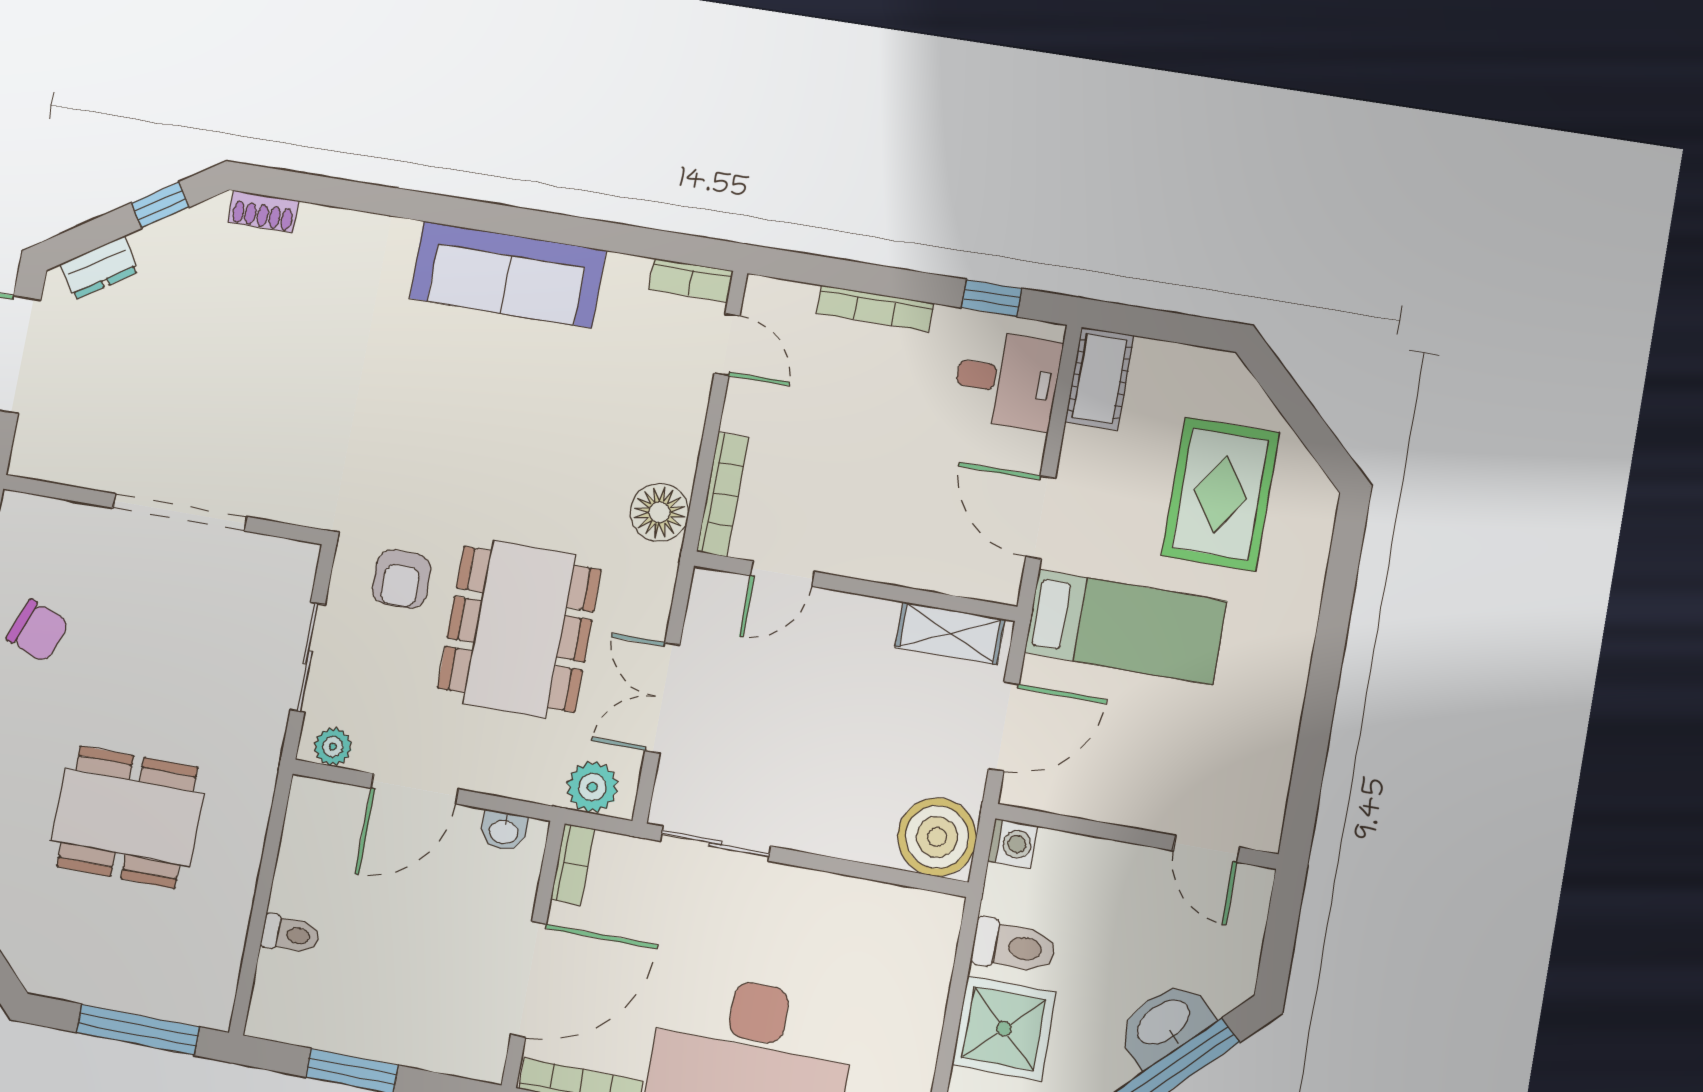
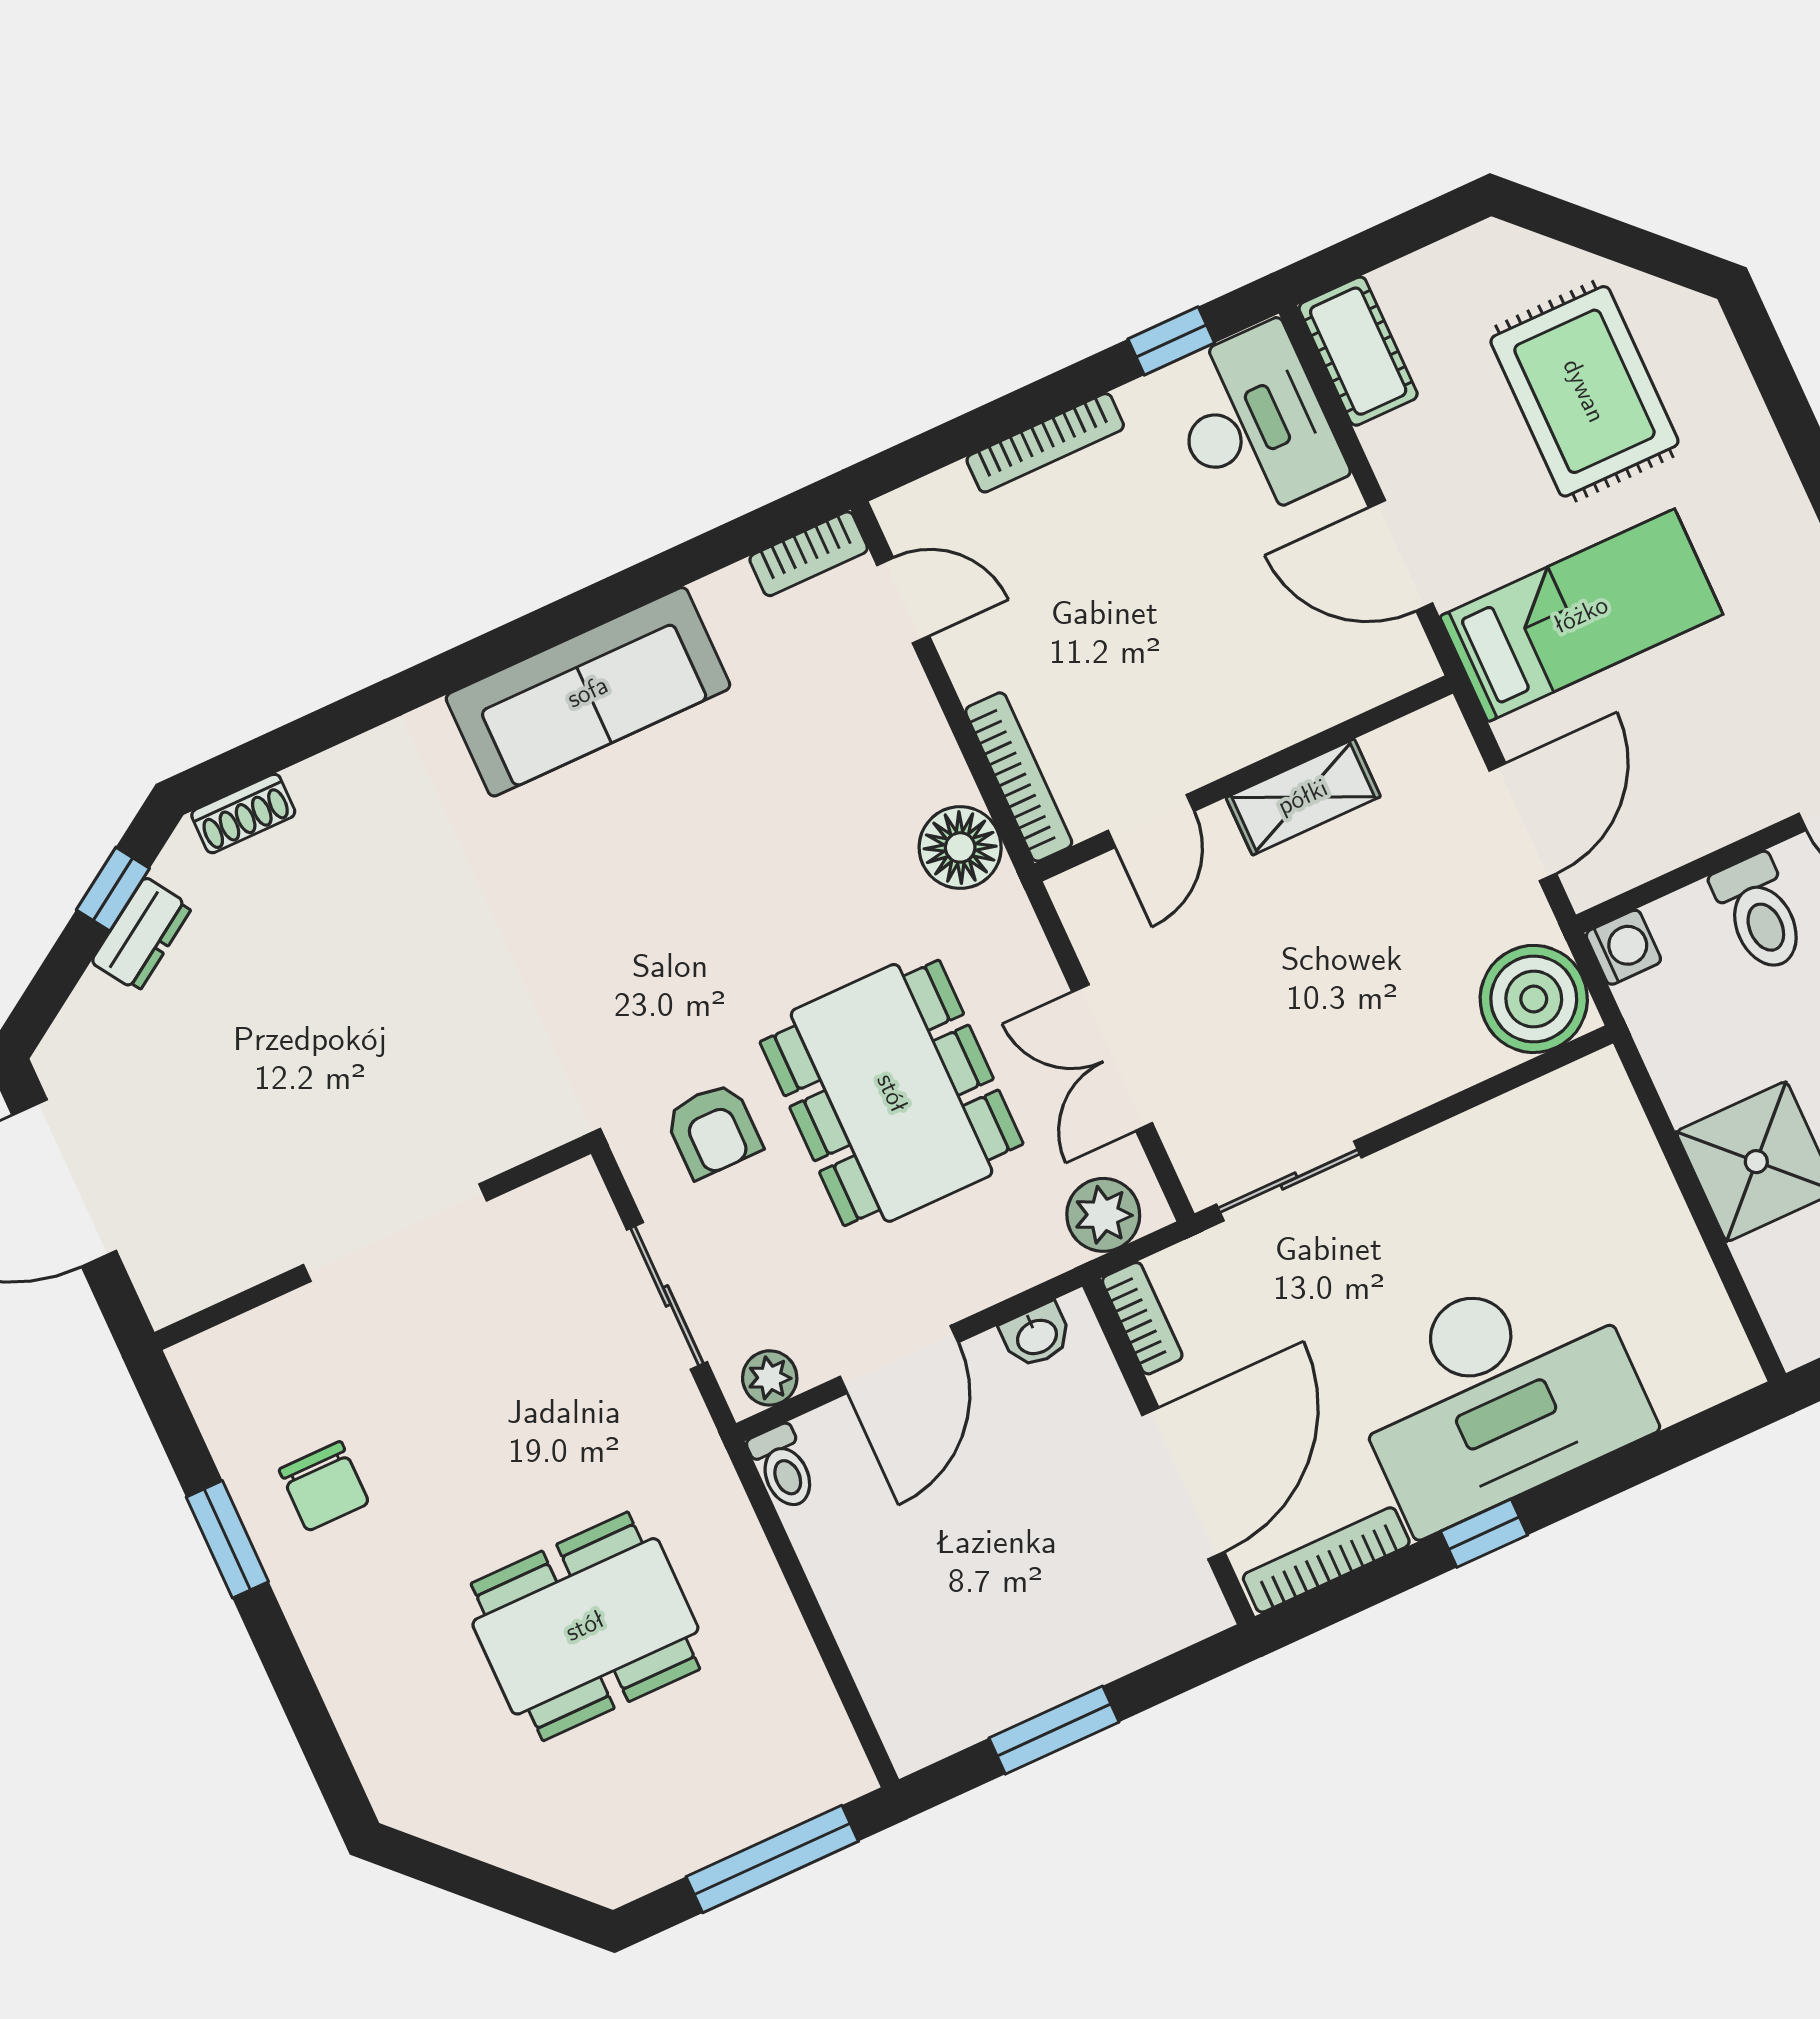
dresser: (99, 268) -> (142, 934), moved
desk: (1007, 380) -> (1254, 423), width x1.37
chair: (38, 631) -> (324, 1486), turned 69
shelving: (950, 633) -> (1303, 797), moved
toilet: (290, 934) -> (783, 1467), moved, turned 90
toilet: (1014, 947) -> (1759, 913), moved, turned 90

